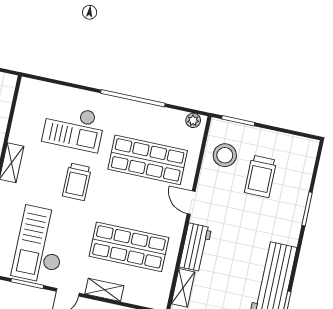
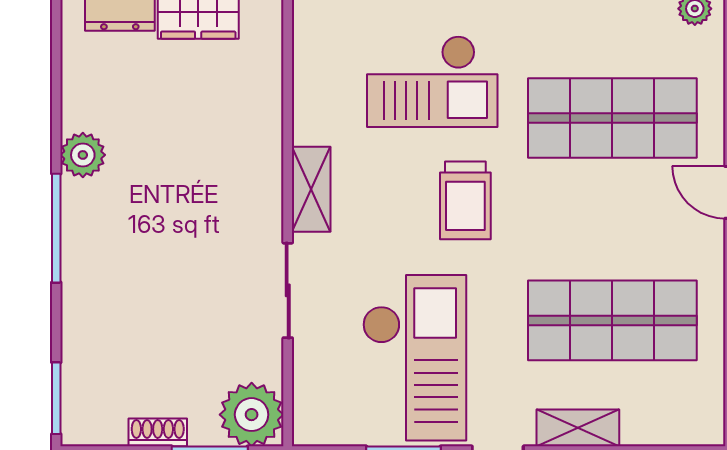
checkout: (41, 245) -> (414, 358), turned 180

